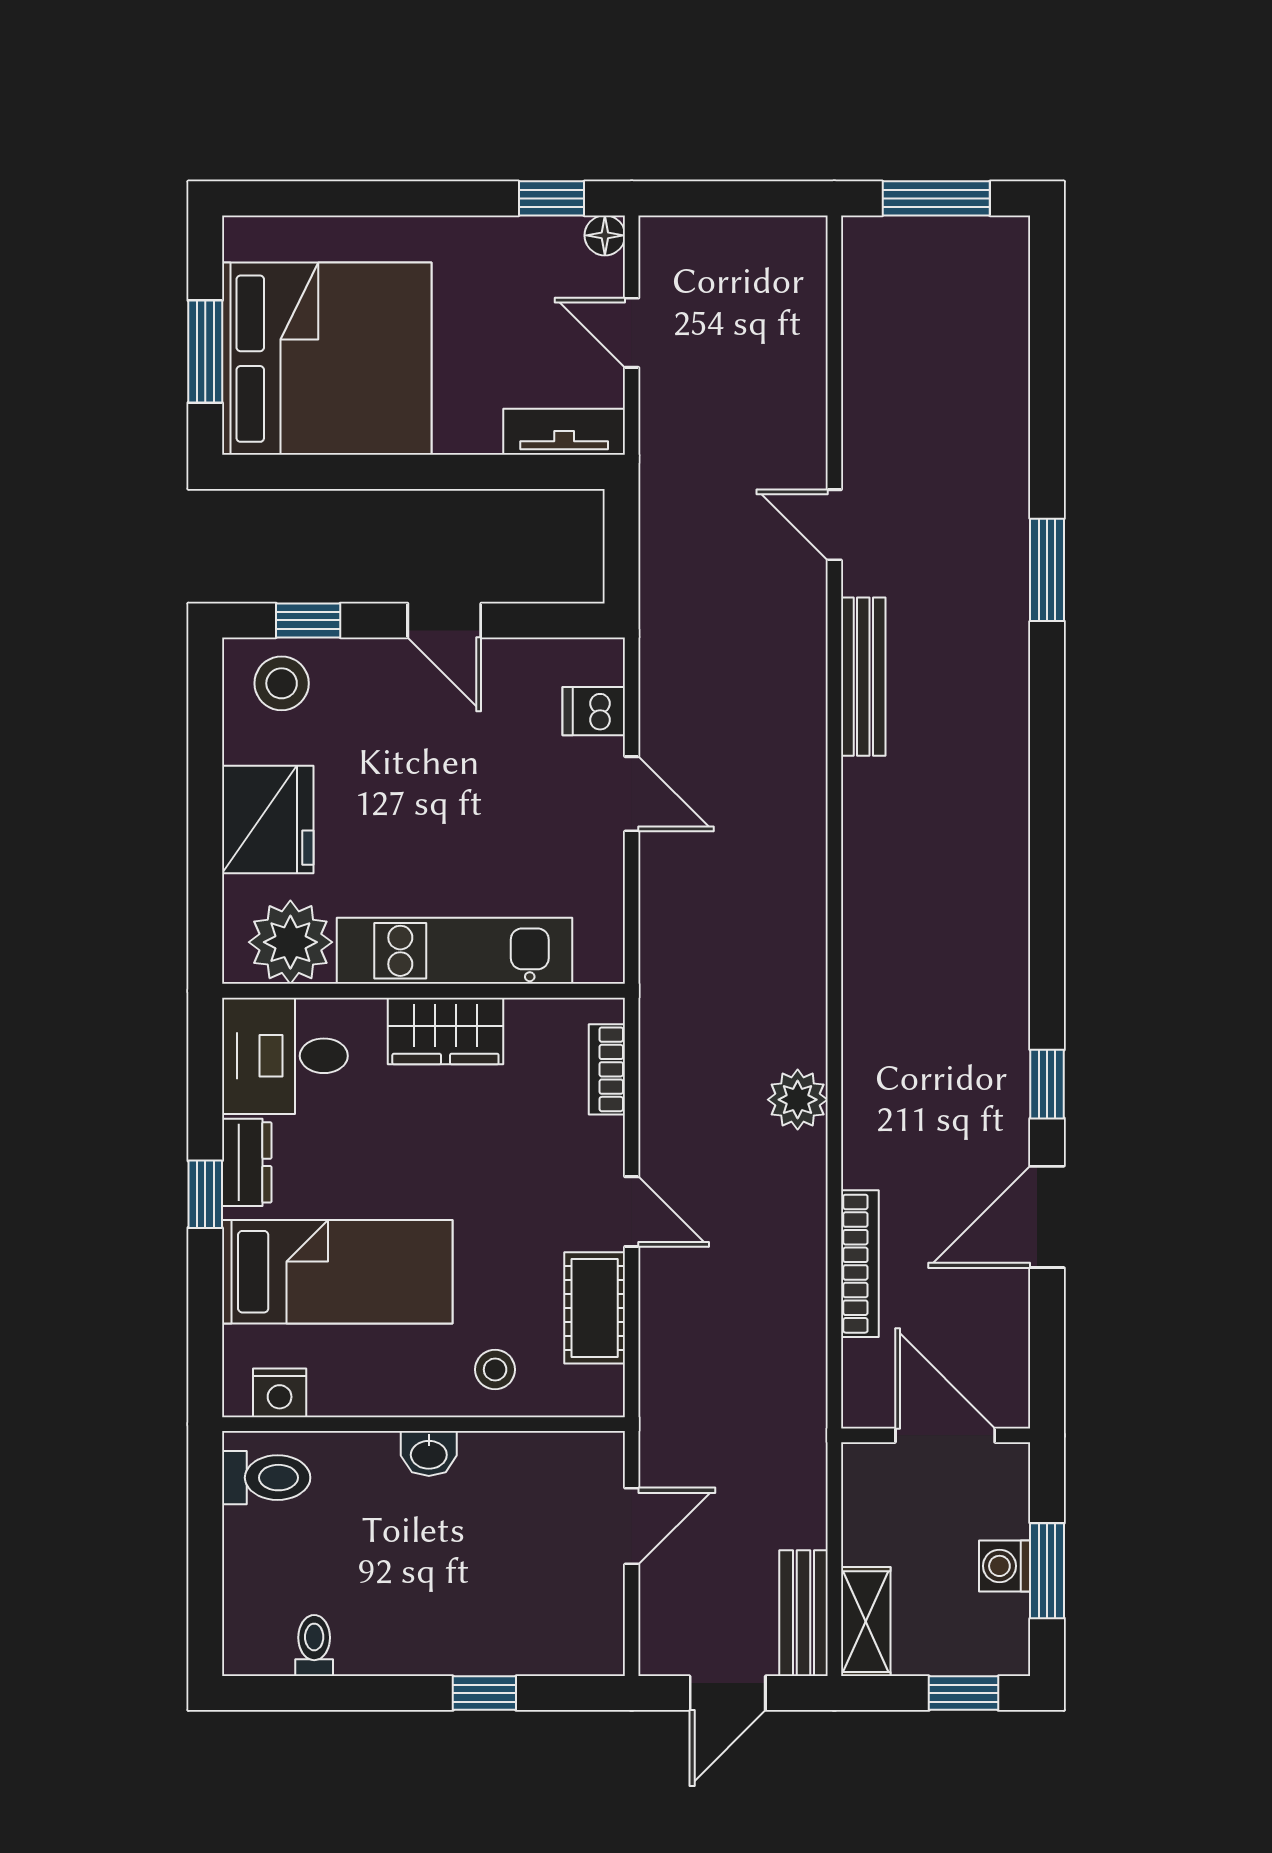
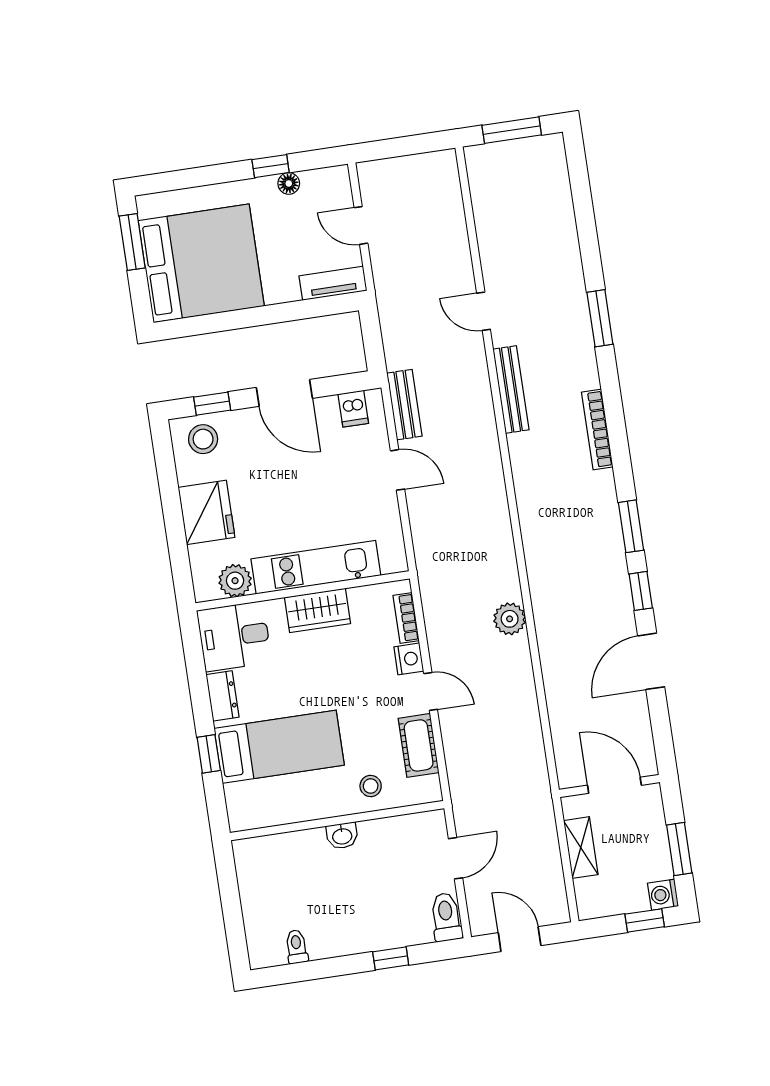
window: (551, 198) -> (271, 166), moved
floor lamp: (605, 235) -> (289, 183), moved
window: (205, 352) -> (132, 242), moved
door: (444, 620) -> (284, 393), width x1.37
dishwasher: (594, 711) -> (353, 409), moved, turned -90
plant: (290, 942) -> (235, 581), width x0.73, depth x0.73
window: (1047, 962) -> (631, 526), added
window: (205, 1194) -> (209, 754), moved
bookcase: (860, 1264) -> (597, 429), moved, turned 180
nightstand: (280, 1393) -> (409, 659), moved, turned -90
toilet: (266, 1478) -> (446, 917), moved, turned -90
washing machine: (1005, 1566) -> (663, 895), moved
bench: (804, 1613) -> (404, 405), moved
shelving: (866, 1622) -> (581, 848), moved
door: (728, 1693) -> (520, 939), swing flipped

